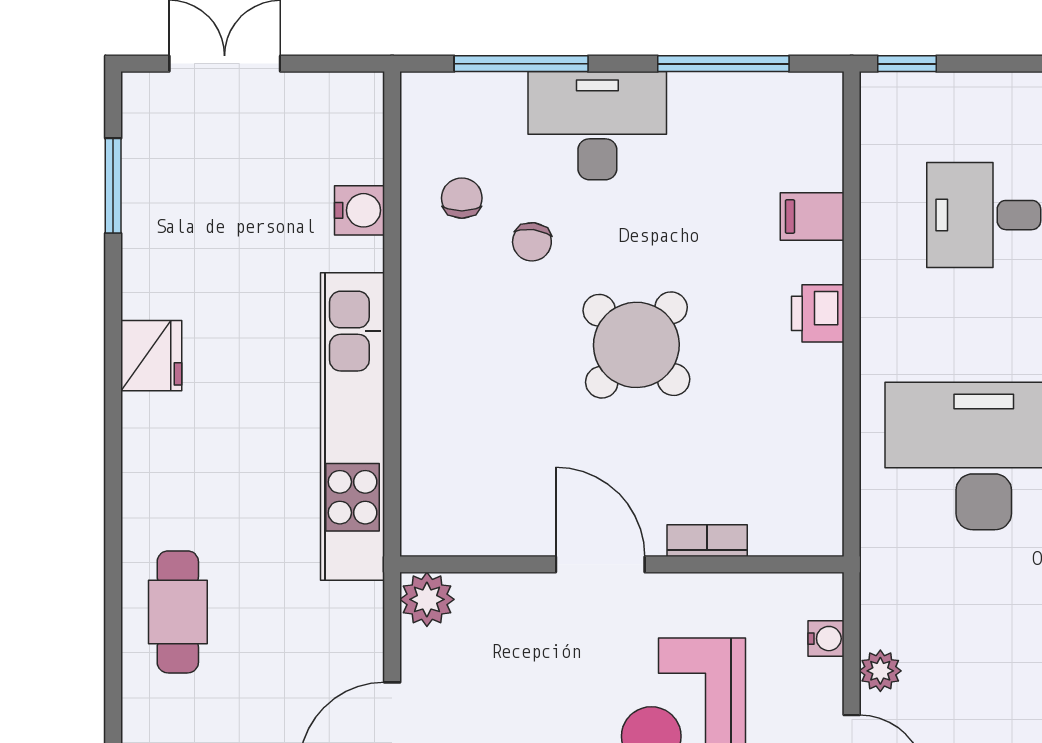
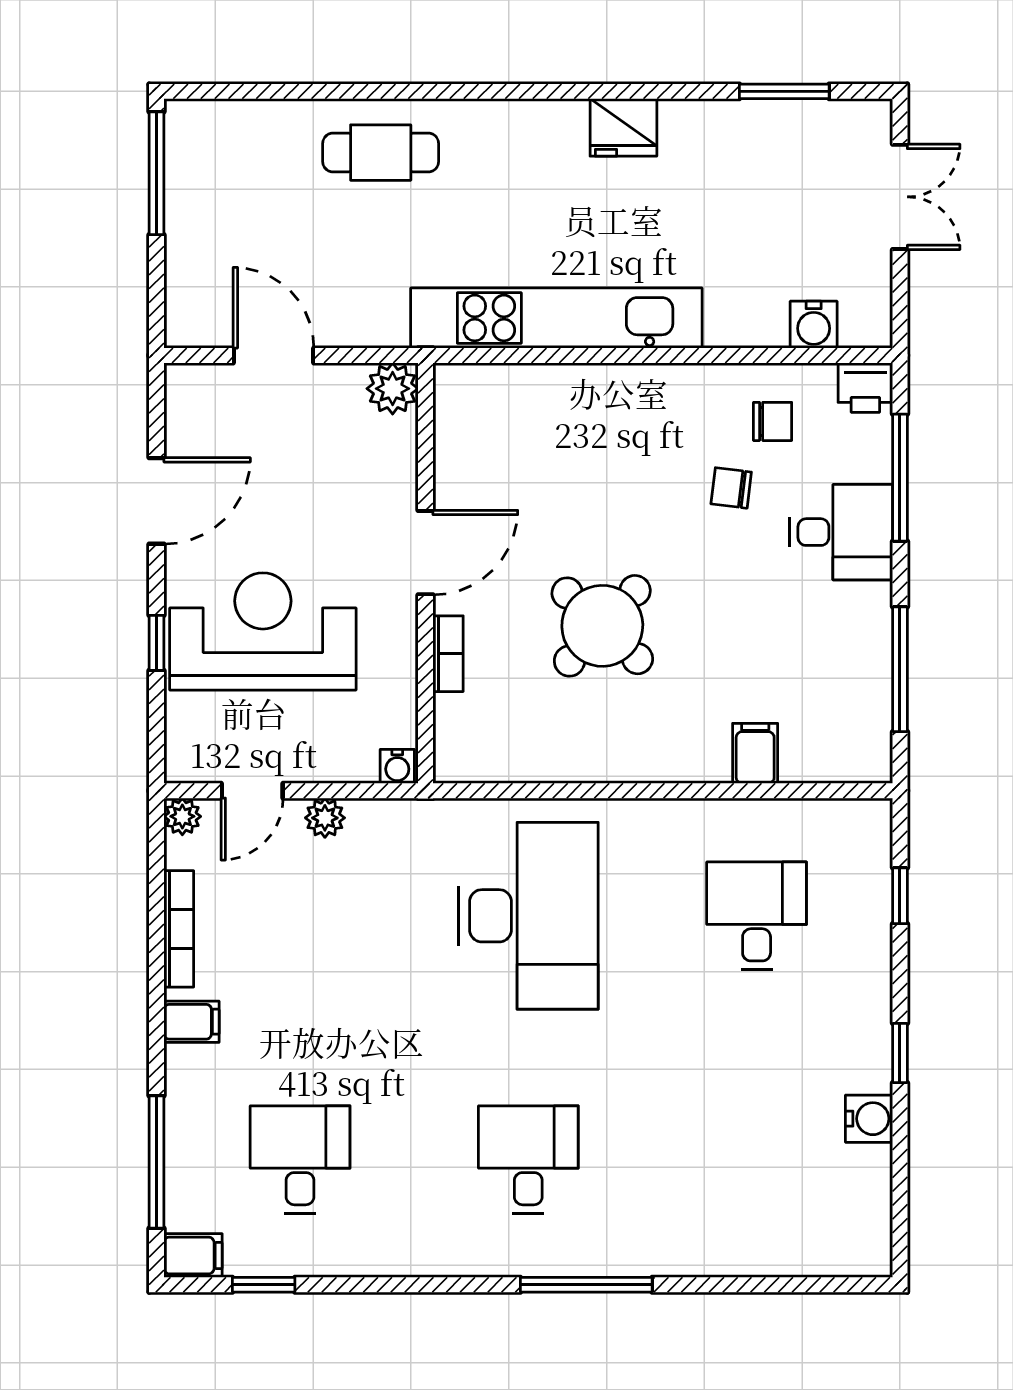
window: (907, 64) -> (900, 896), moved
desk: (597, 126) -> (841, 532), width x0.73
water cooler: (360, 210) -> (814, 325), moved
printer: (818, 313) -> (865, 388), moved, turned 180
round table: (636, 345) -> (602, 626), moved
water cooler: (826, 639) -> (397, 766), moved

